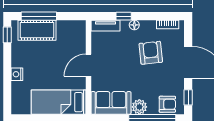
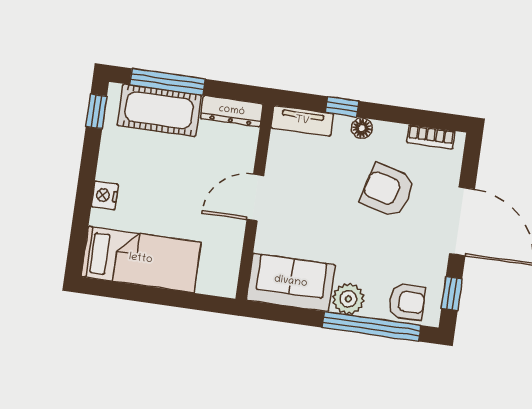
dresser: (71, 26) -> (232, 111), added
armchair: (151, 53) -> (388, 190), turned -69
bed: (59, 102) -> (141, 259), moved, turned 180

